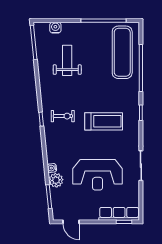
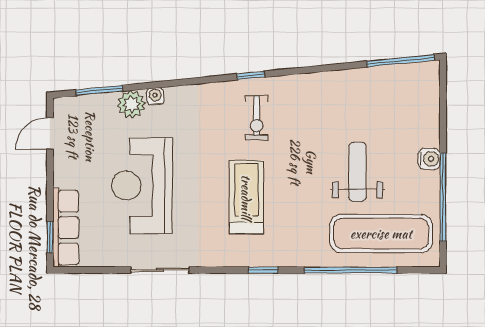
water cooler: (55, 28) -> (429, 159), moved
weight bench: (67, 60) -> (358, 172), moved, turned -90
treadmill: (104, 121) -> (246, 197), turned 180

